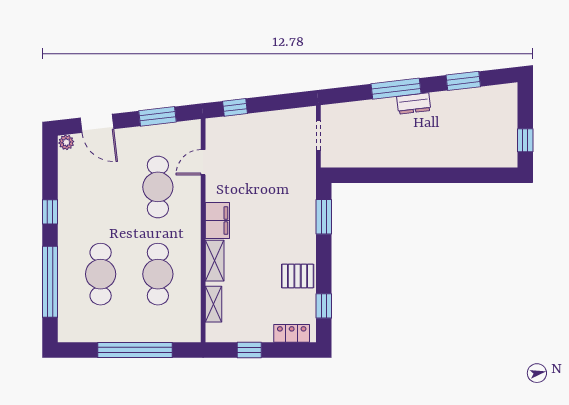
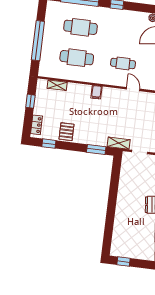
cafe table: (158, 187) -> (123, 63), width x0.73, depth x0.74
filing cabinet: (217, 221) -> (96, 92), width x0.50
shelving: (215, 261) -> (119, 143), moved

